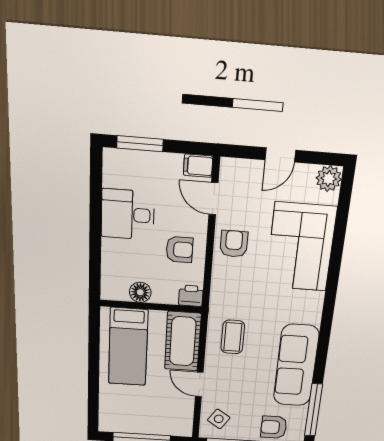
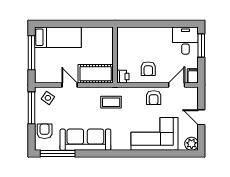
desk: (128, 214) -> (185, 41), moved
armchair: (234, 244) -> (154, 98), turned 90
floor lamp: (140, 292) -> (123, 49), removed
coffee table: (233, 337) -> (111, 102), moved
bed: (128, 347) -> (58, 37), moved, turned 180
door: (199, 384) -> (70, 85), hinge flipped

